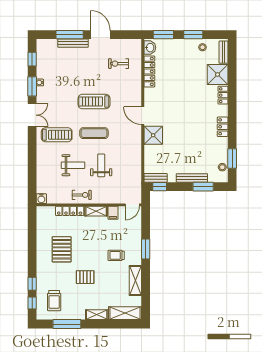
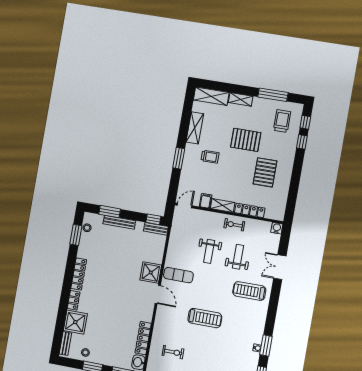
double door: (32, 115) -> (280, 267), moved
locker: (223, 127) -> (79, 274), width x1.53
exercise mat: (94, 133) -> (178, 275), moved
weight bench: (73, 165) -> (238, 257), turned 90
pallet: (85, 277) -> (246, 140), width x1.50, depth x1.42

